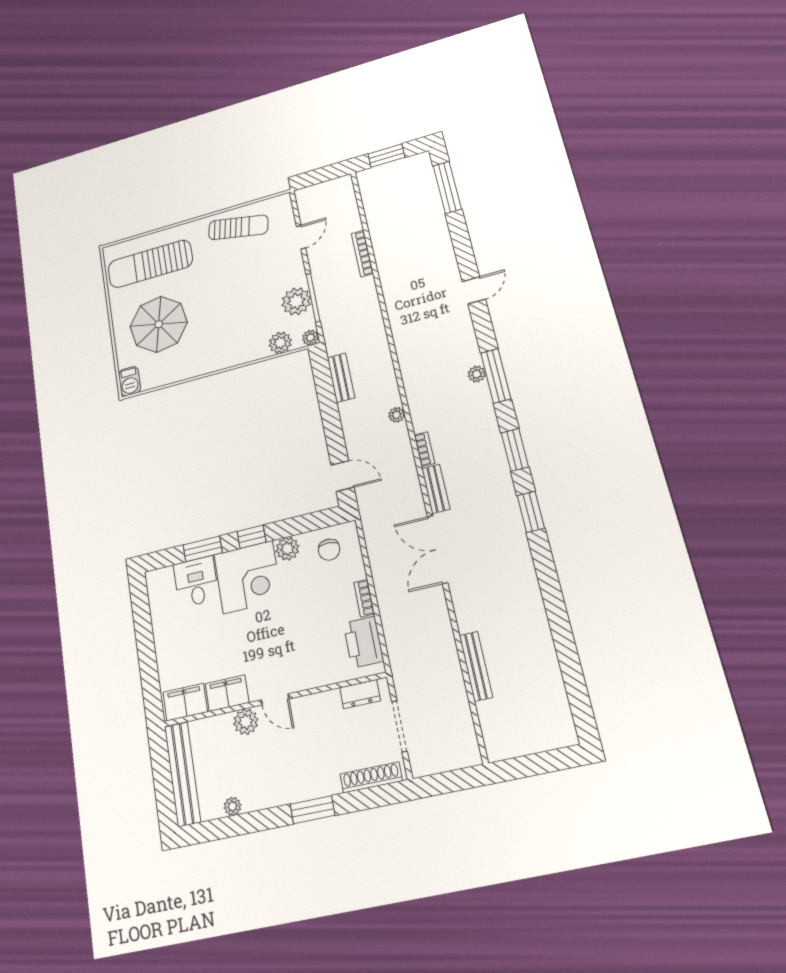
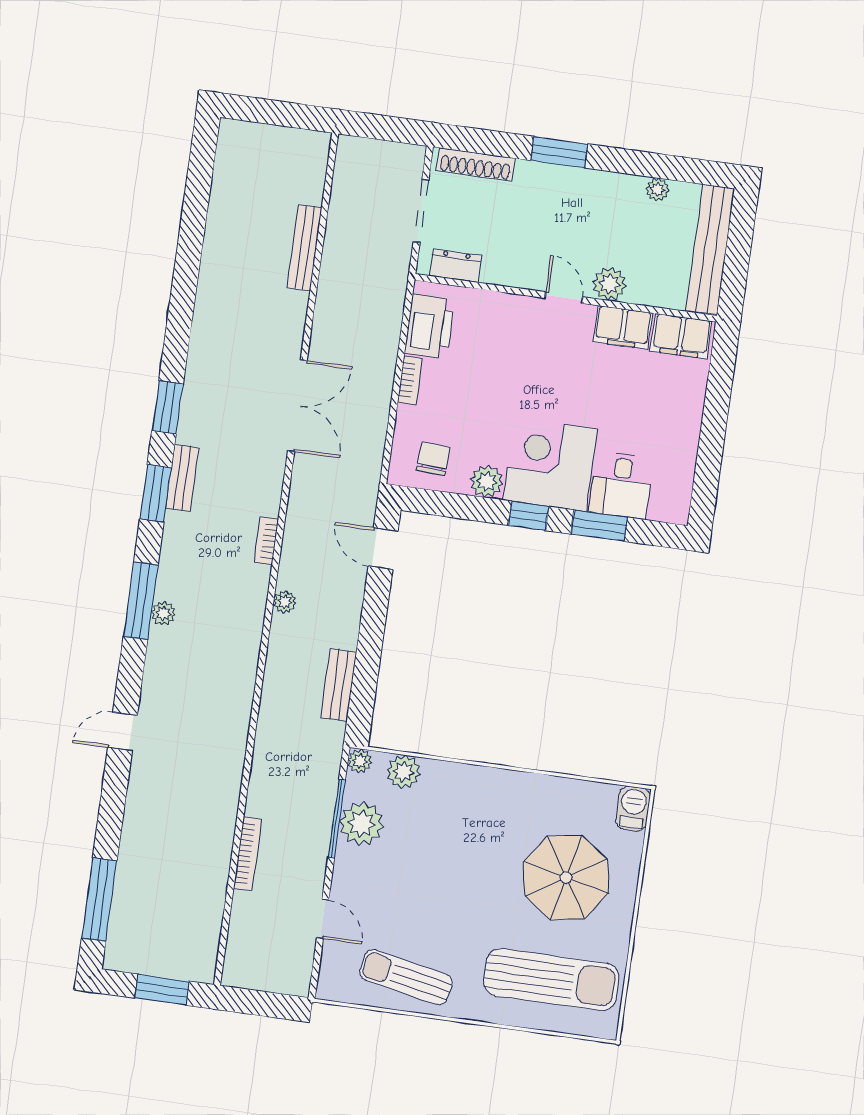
door: (301, 237) -> (323, 919), swing flipped
bench: (436, 489) -> (182, 478), moved

